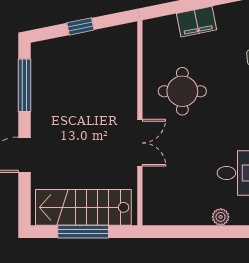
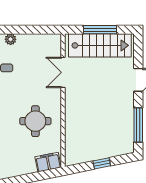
filing cabinet: (197, 22) -> (48, 162), moved
double door: (140, 143) -> (63, 72), moved

